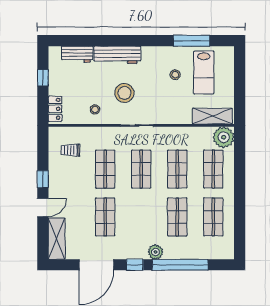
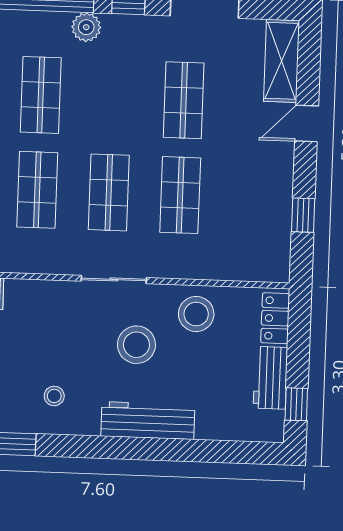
workbench: (77, 54) -> (270, 378), moved, turned -90
stool: (175, 75) -> (54, 396), moved
window: (43, 78) -> (296, 404), moved
stool: (95, 109) -> (196, 314), width x1.89, depth x1.89
trolley: (70, 150) -> (248, 235), removed
window: (43, 179) -> (303, 215), moved

